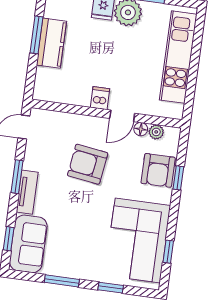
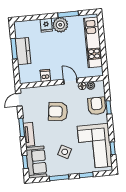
dishwasher: (100, 98) -> (45, 76), moved
door: (122, 116) -> (70, 81), swing flipped
armchair: (158, 170) -> (97, 106), turned 180
side table: (82, 238) -> (65, 152), added

